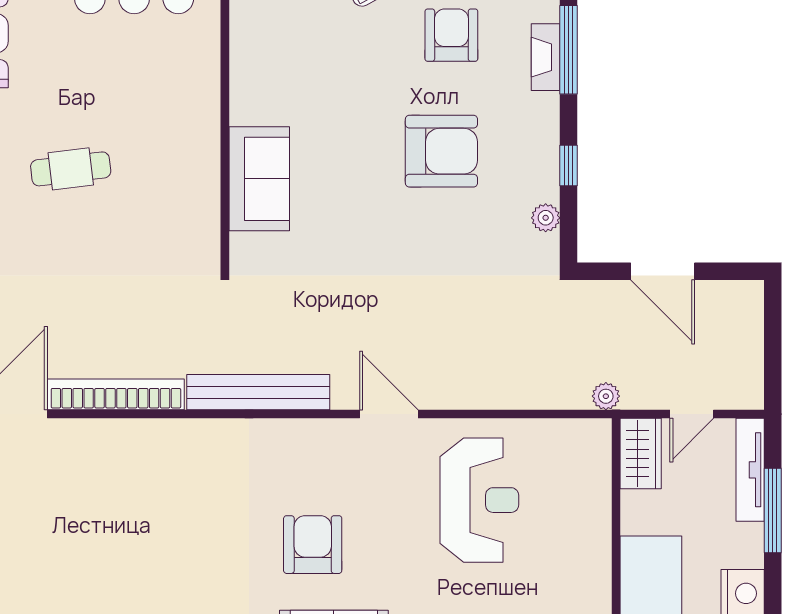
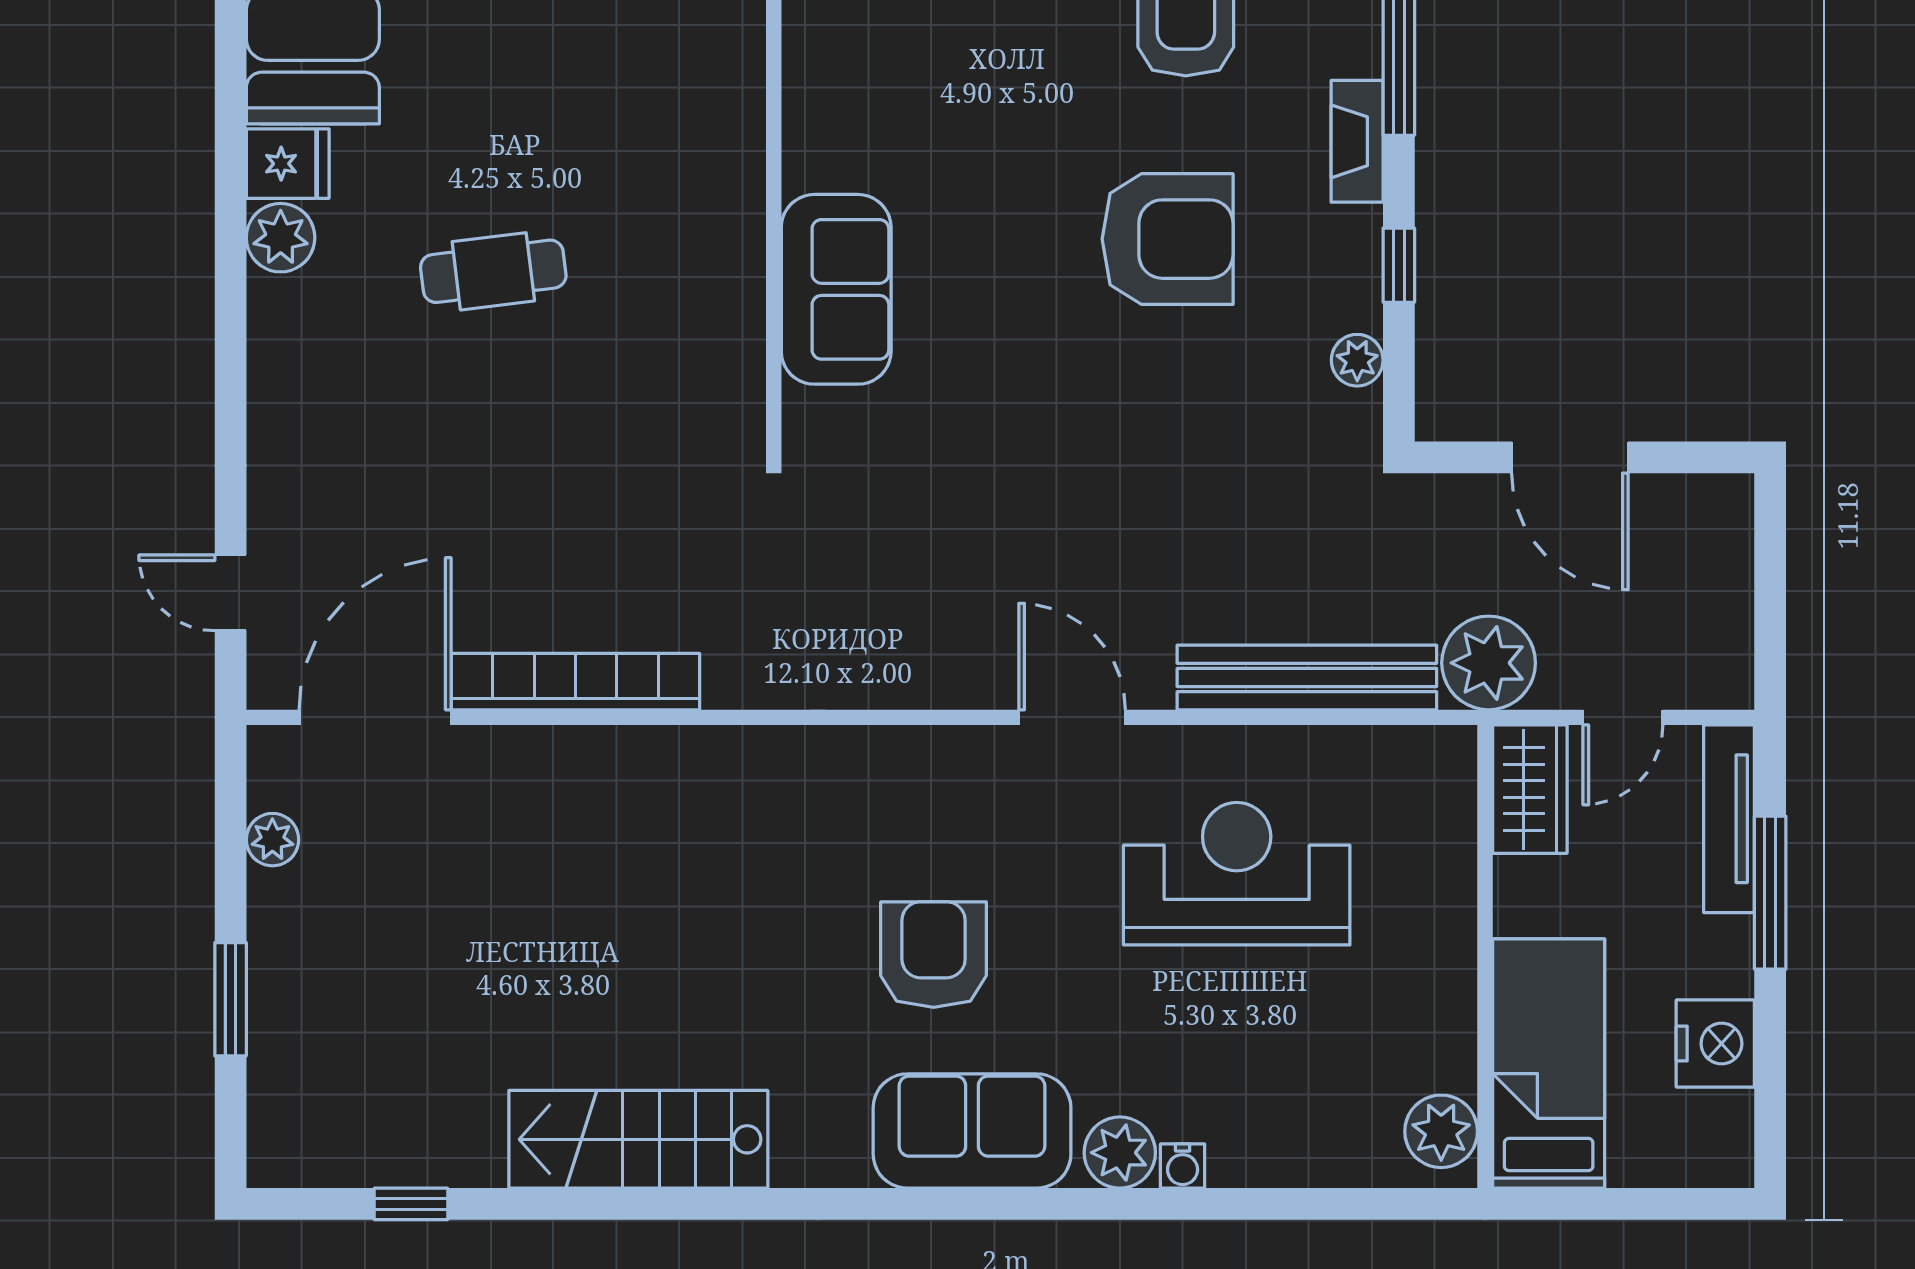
fireplace: (546, 57) -> (1357, 141), moved
bench: (258, 392) -> (1307, 677), moved
plant: (606, 396) -> (1489, 663), width x1.87, depth x1.87
reception desk: (479, 500) -> (1237, 874), turned -90

